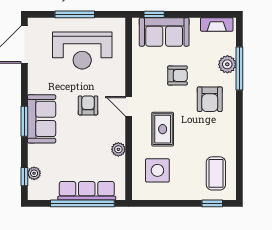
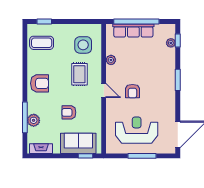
armchair: (210, 99) -> (40, 83), moved, turned 90
sofa: (42, 119) -> (165, 82), removed
coffee table: (216, 173) -> (42, 43), turned 90

